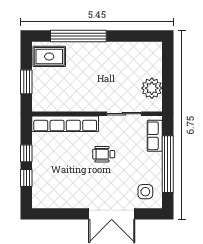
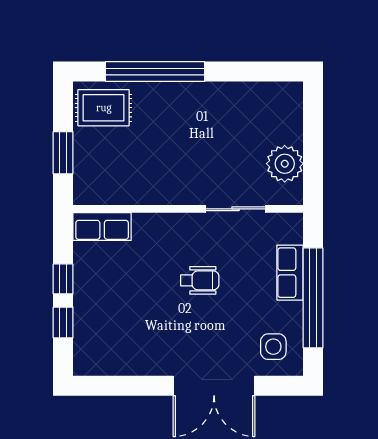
row of seats: (65, 124) -> (102, 226), width x0.50
row of seats: (155, 136) -> (290, 273), moved
wheelchair: (104, 154) -> (200, 280), turned 180

